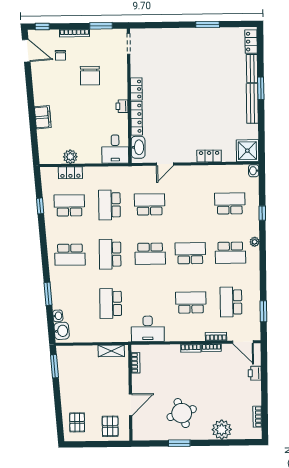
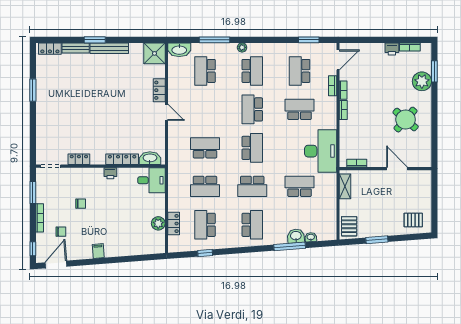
chair: (90, 76) -> (81, 204), width x0.54, depth x0.54
locker: (136, 89) -> (79, 159), moved
filing cabinet: (43, 117) -> (98, 251), moved, width x0.50
door: (165, 164) -> (166, 112), moved
washbasin: (254, 171) -> (179, 50), width x1.91, depth x1.45
school desk: (150, 204) -> (205, 148), turned 90
window: (262, 213) -> (215, 40), width x2.17
window: (48, 294) -> (290, 246), width x1.44
school desk: (191, 302) -> (300, 109), turned 90
school desk: (231, 302) -> (300, 71), turned 90
school desk: (111, 303) -> (300, 186), turned 180
desk: (148, 329) -> (321, 151), width x1.36, depth x1.30
washbasin: (62, 331) -> (296, 236), moved
window: (54, 366) -> (377, 240), moved
printer: (255, 373) -> (392, 49), moved
round table: (182, 413) -> (406, 120), turned -30
pallet: (110, 426) -> (349, 226), moved, turned 90
window: (179, 443) -> (434, 71), moved

